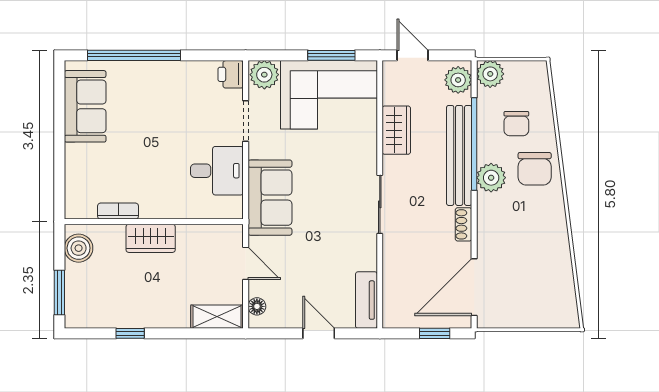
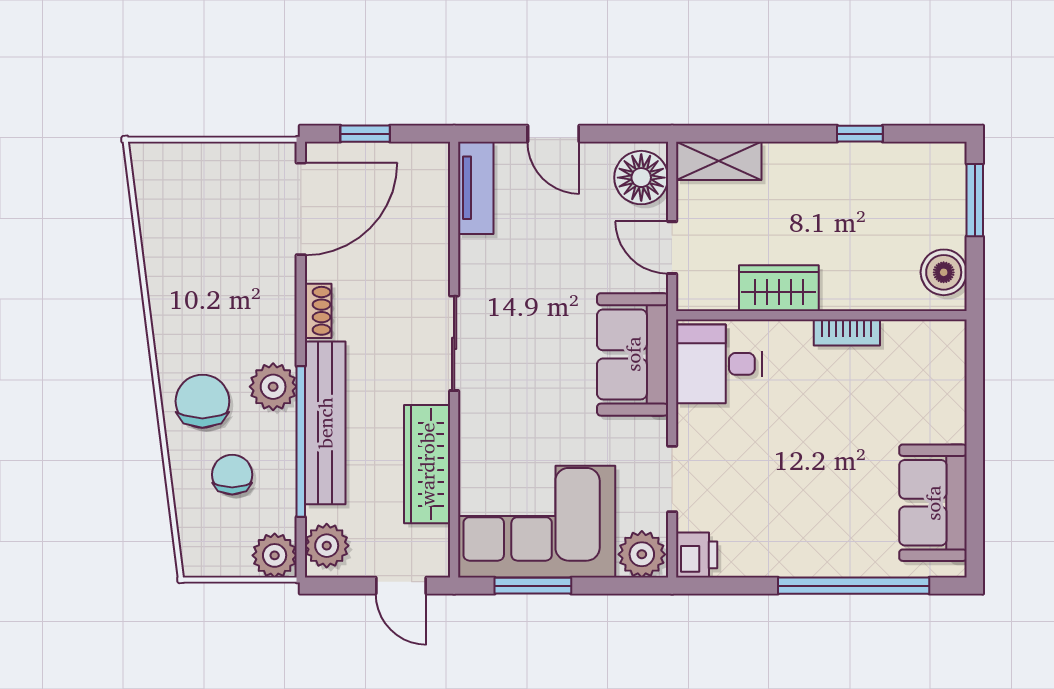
wardrobe: (396, 130) -> (427, 464), width x1.50
desk: (217, 171) -> (719, 364), moved
bookcase: (118, 211) -> (847, 332), moved
wardrobe: (151, 238) -> (779, 288), moved
floor lamp: (257, 306) -> (641, 178), width x1.89, depth x1.89

